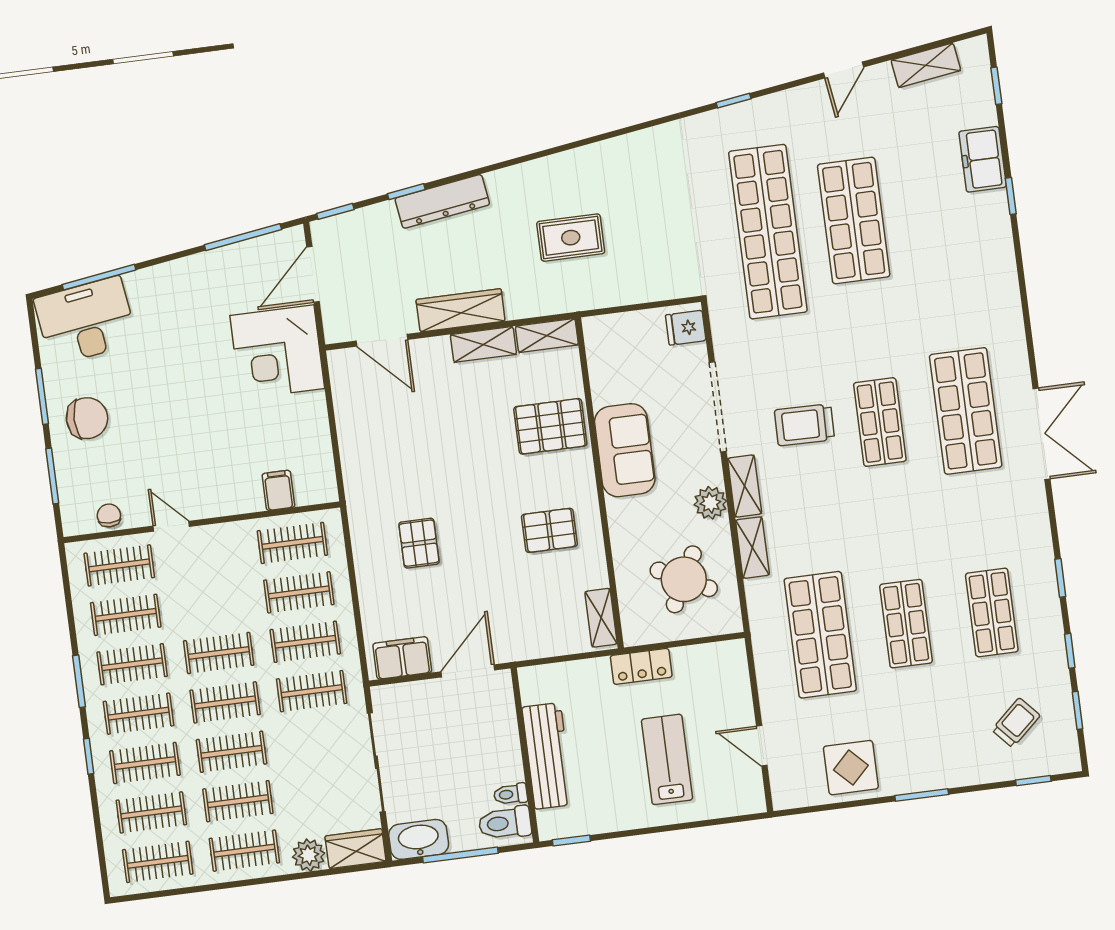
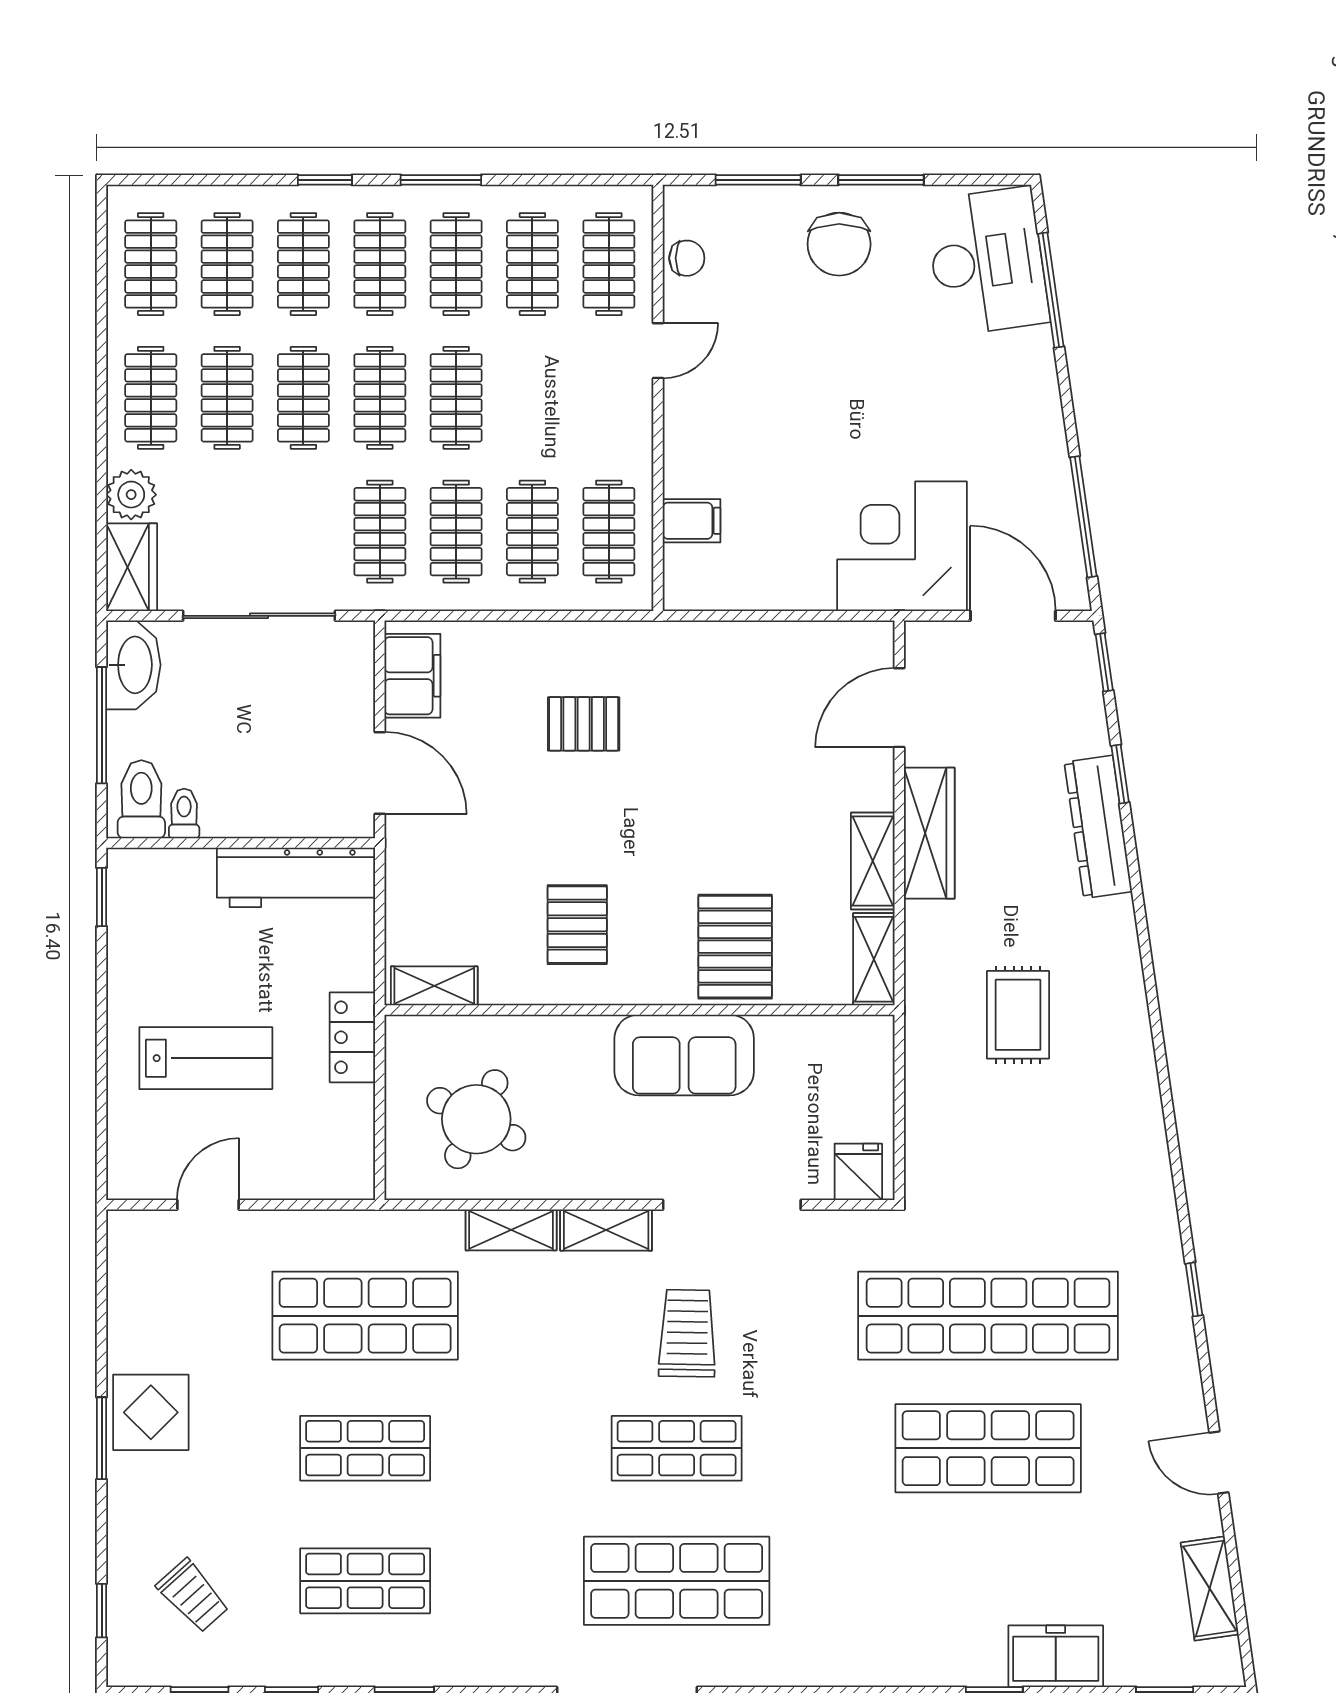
plant: (710, 503) -> (587, 1175), removed
workbench: (548, 756) -> (296, 877), moved
display table: (851, 768) -> (151, 1412), moved

